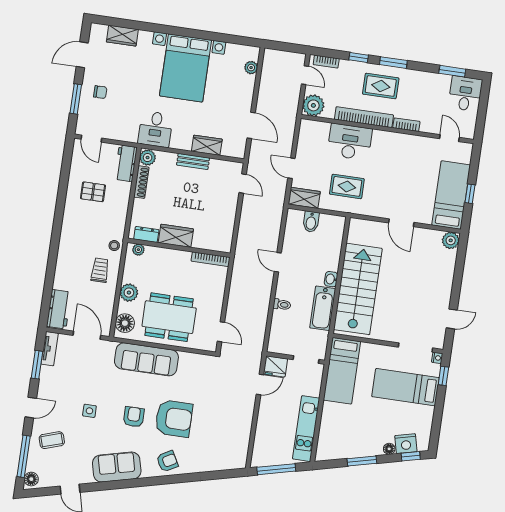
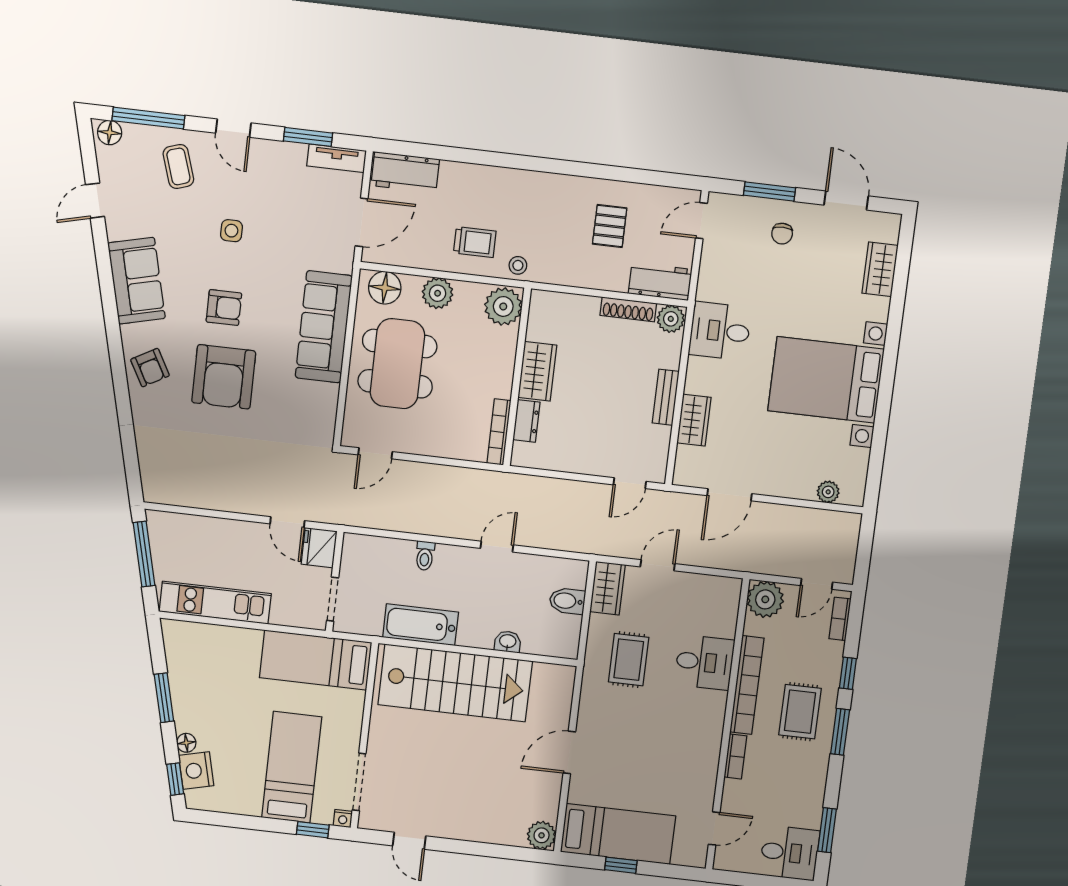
desk: (350, 142) -> (704, 662), width x0.73
dresser: (146, 234) -> (526, 421), moved
plant: (138, 250) -> (503, 306), width x1.87, depth x1.87
washbasin: (331, 279) -> (508, 642), moved

